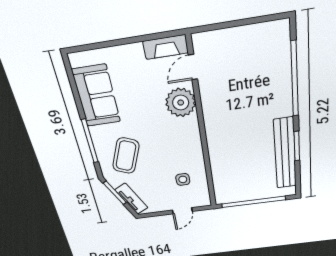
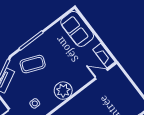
sofa: (96, 96) -> (77, 29), moved, turned 90
plant: (181, 103) -> (63, 91), moved

